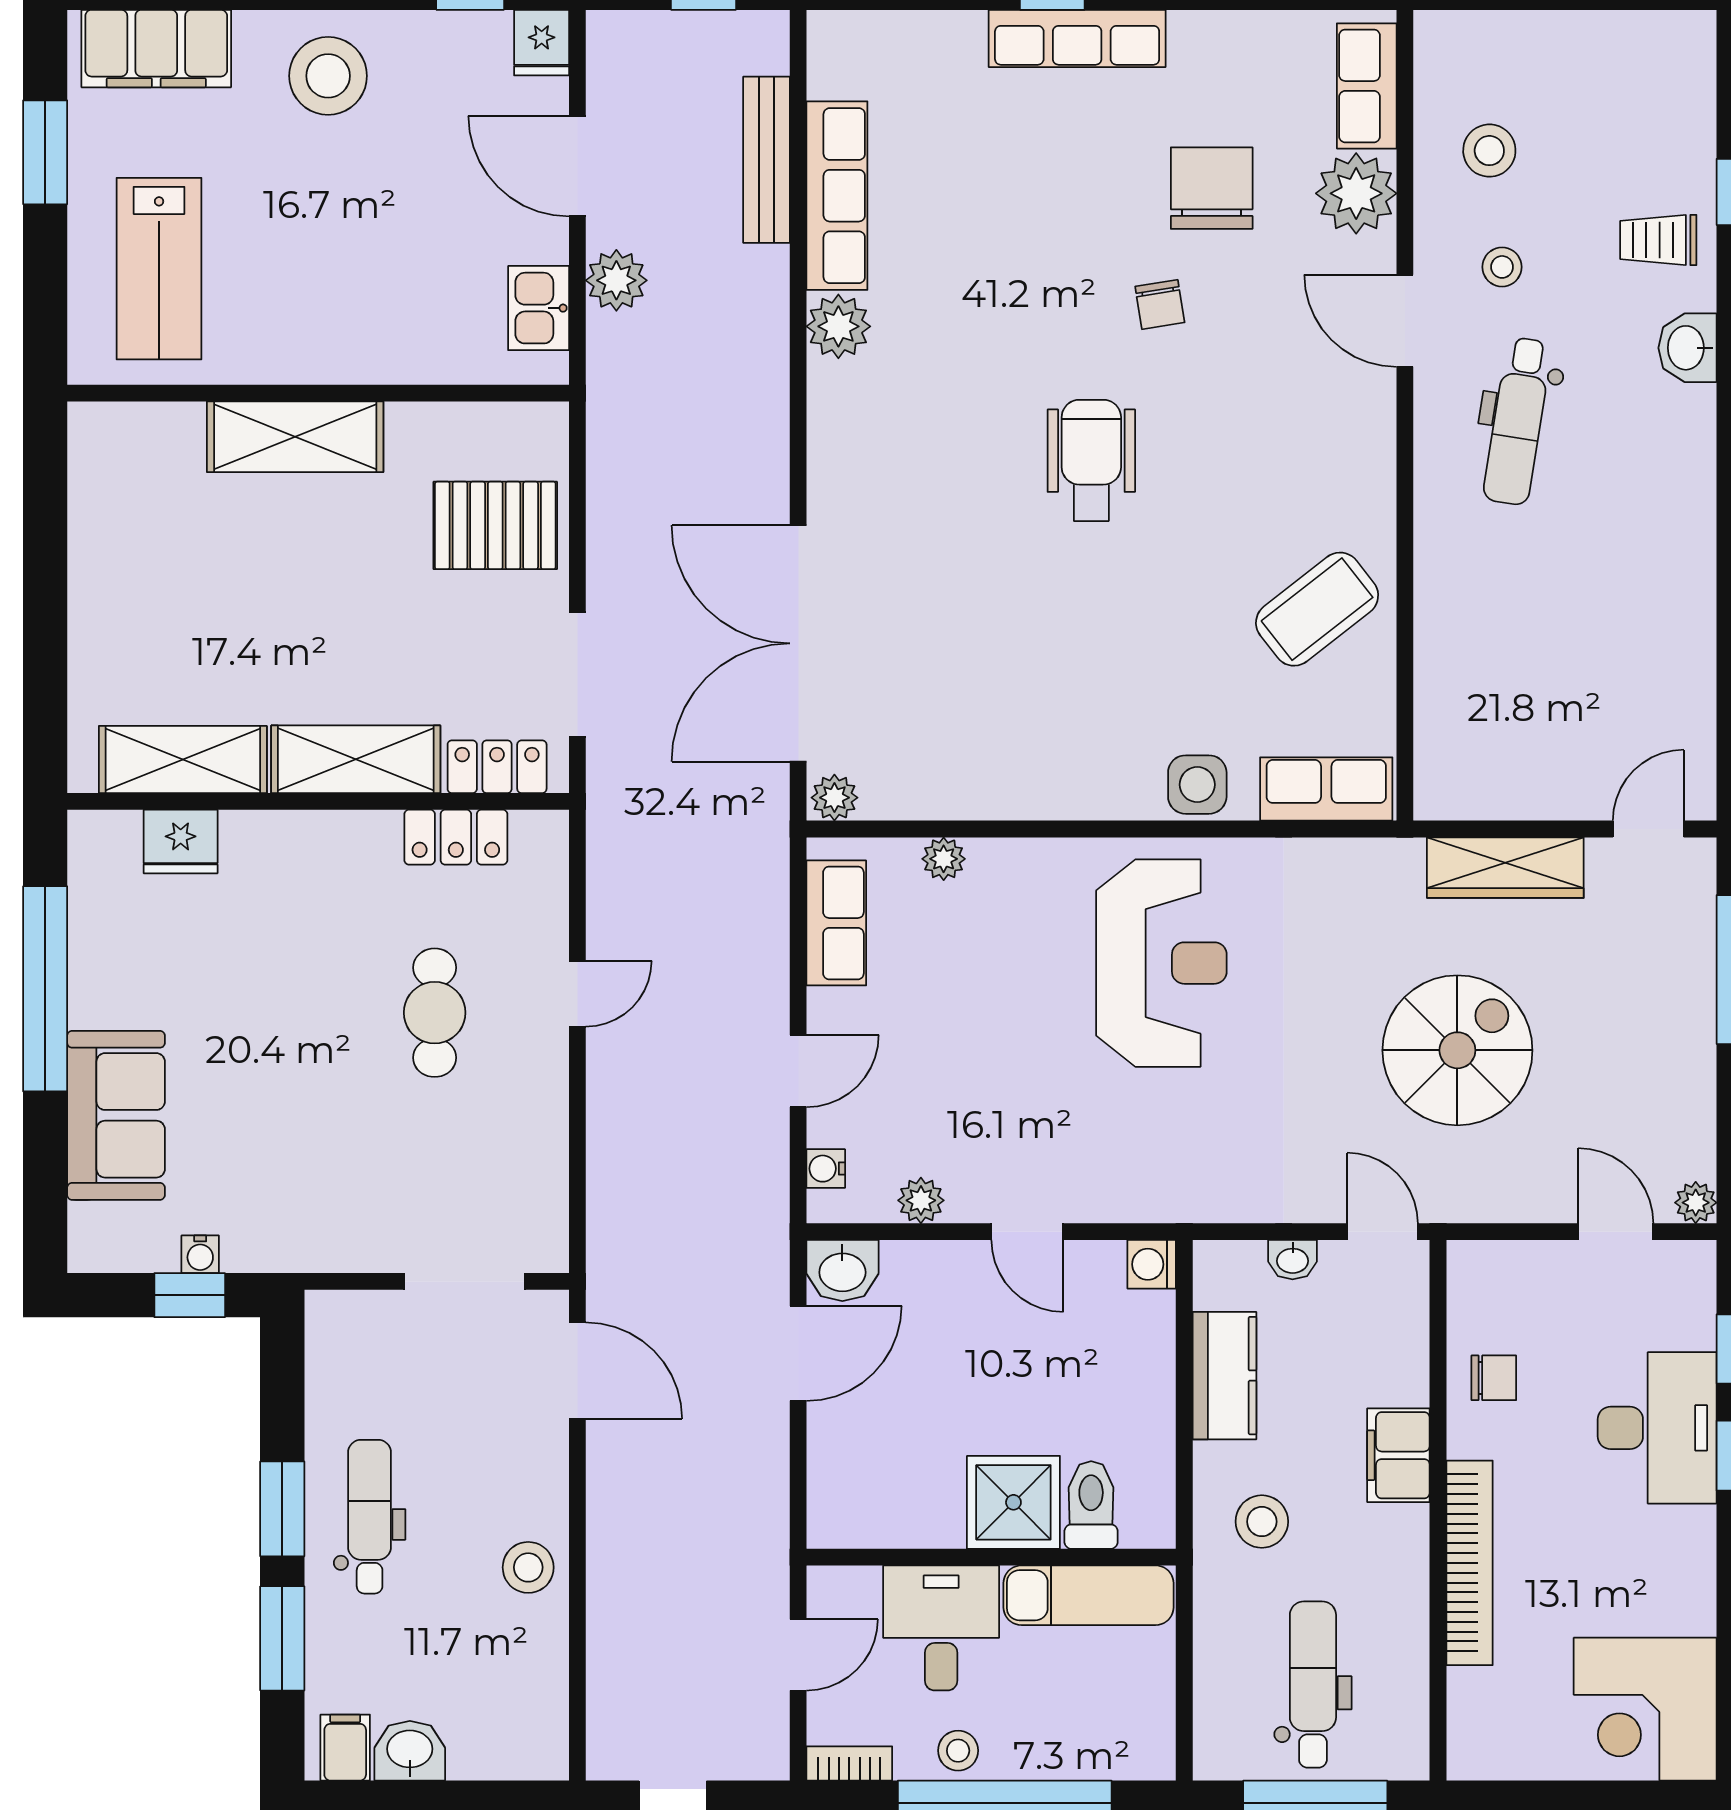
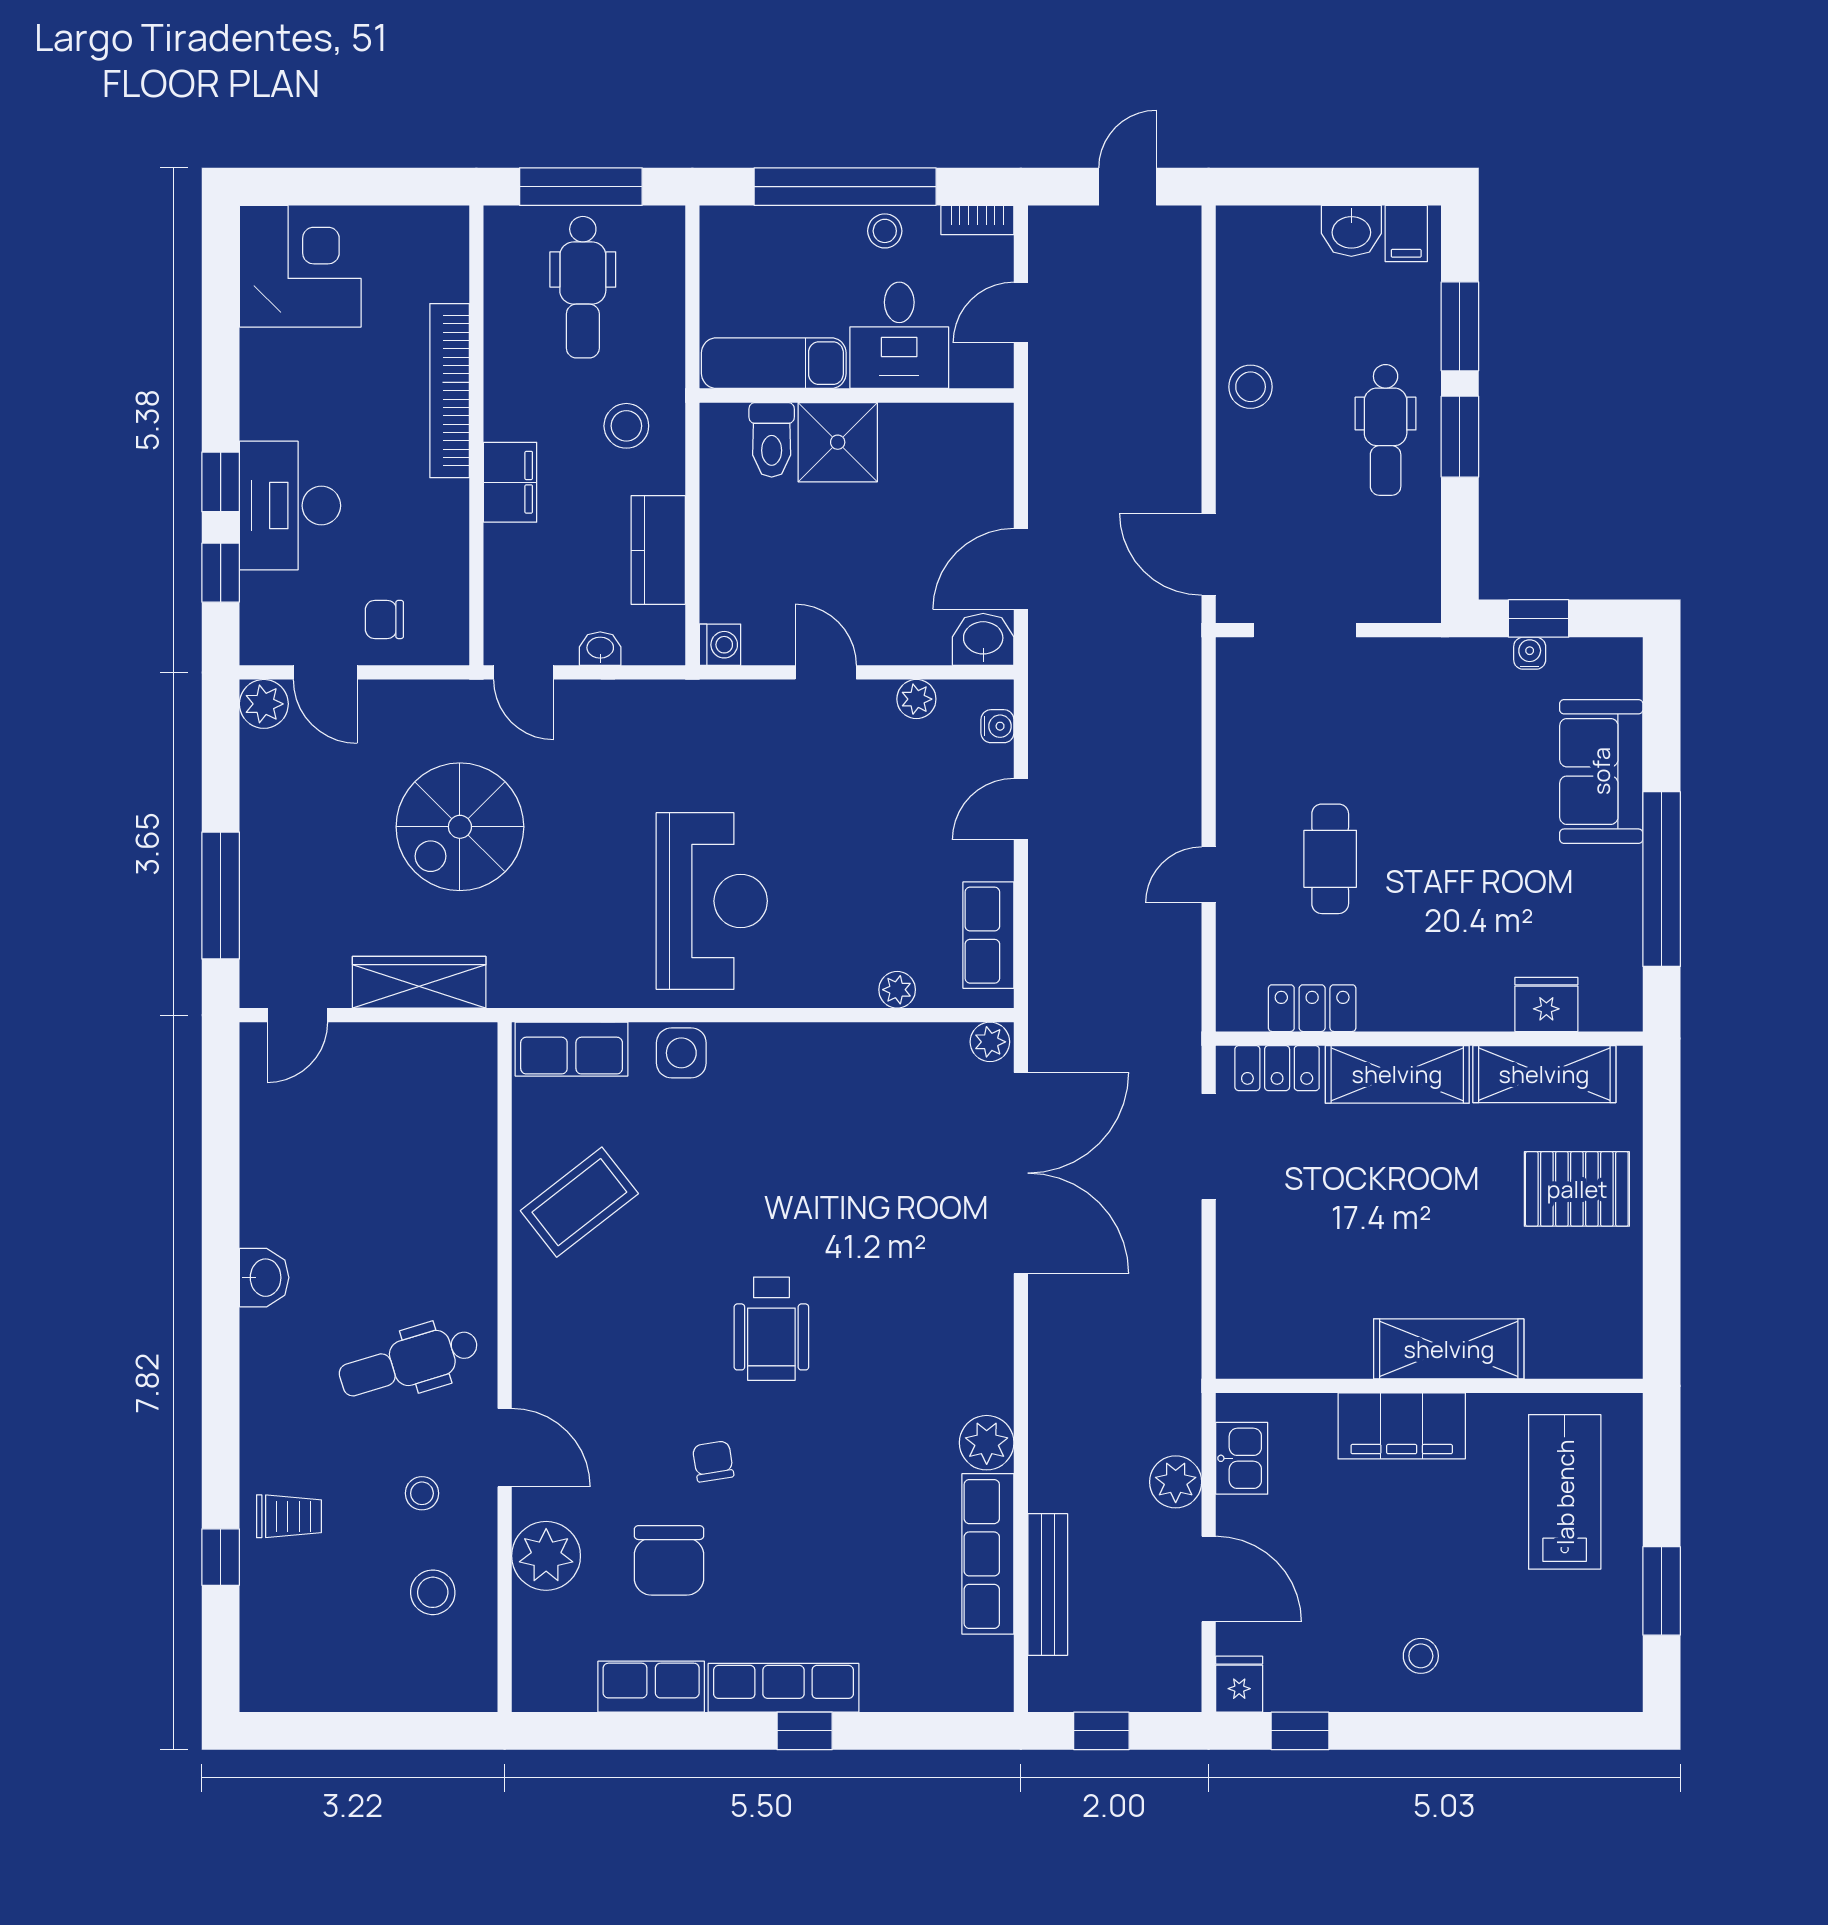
filing cabinet: (156, 49) -> (1402, 1426), moved, turned 180
stool: (328, 76) -> (1421, 1656), width x0.53, depth x0.53
row of seats: (1367, 86) -> (651, 1687), moved, turned -90
washbasin: (1688, 348) -> (264, 1278), moved
dental chair: (1517, 421) -> (409, 1362), turned -116
pallet: (495, 525) -> (1577, 1189), moved
reception desk: (1161, 963) -> (712, 901), turned 180
plant: (1696, 1203) -> (264, 704), width x1.38, depth x1.38
chair: (1494, 1378) -> (384, 619), moved

